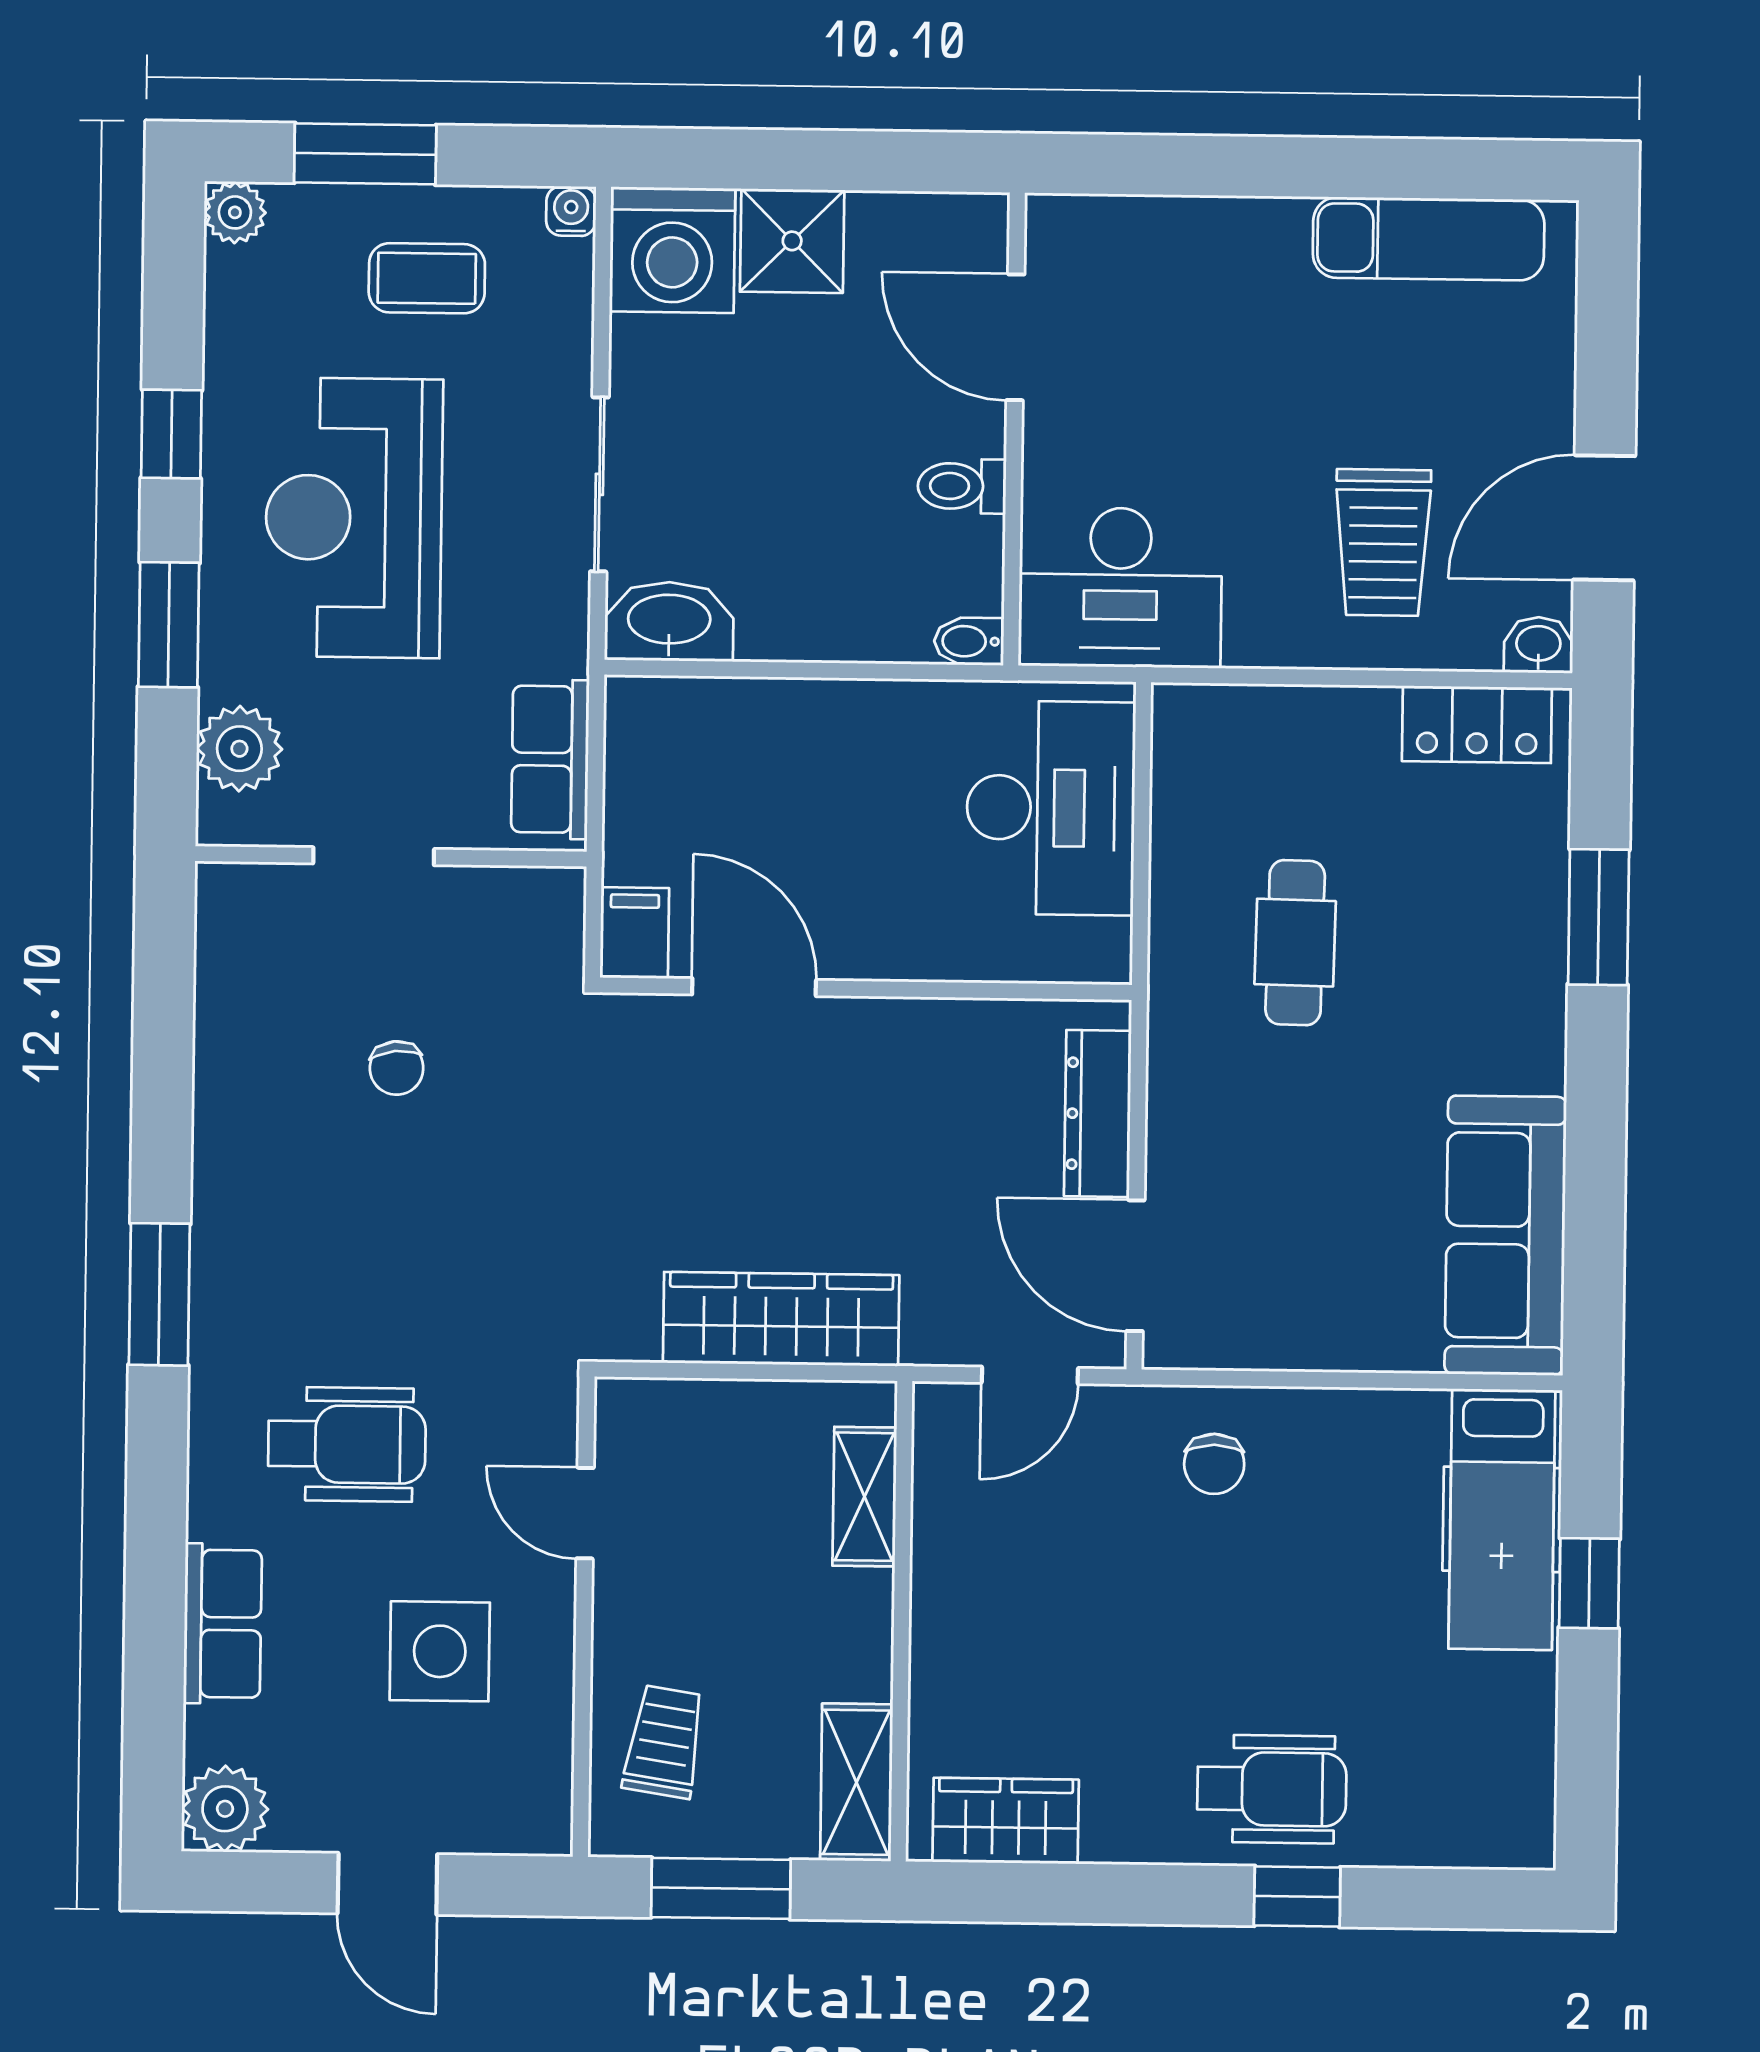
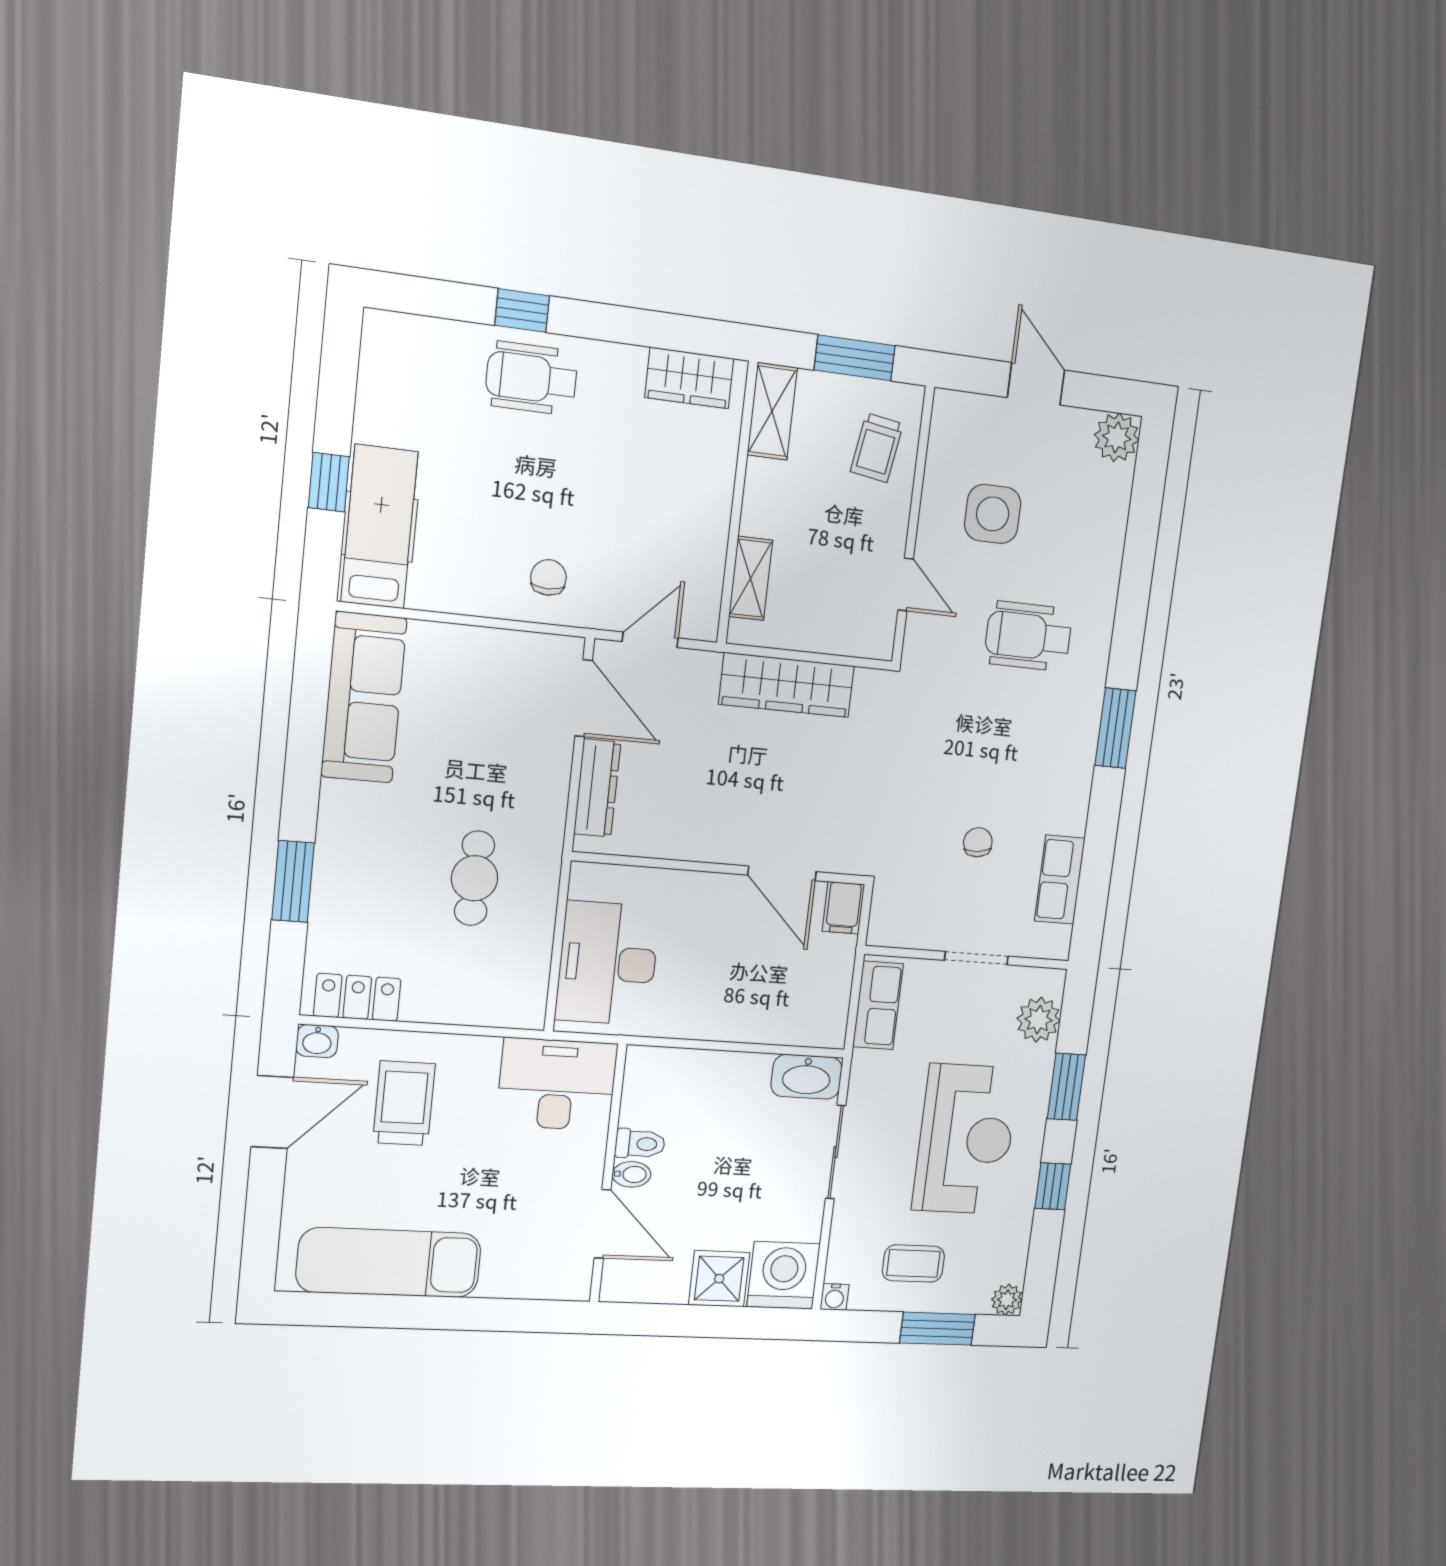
exam couch: (1429, 239) -> (389, 1263), width x1.36, depth x1.45
bidet: (969, 641) -> (631, 1174), moved
row of seats: (223, 1624) -> (1060, 880), moved

